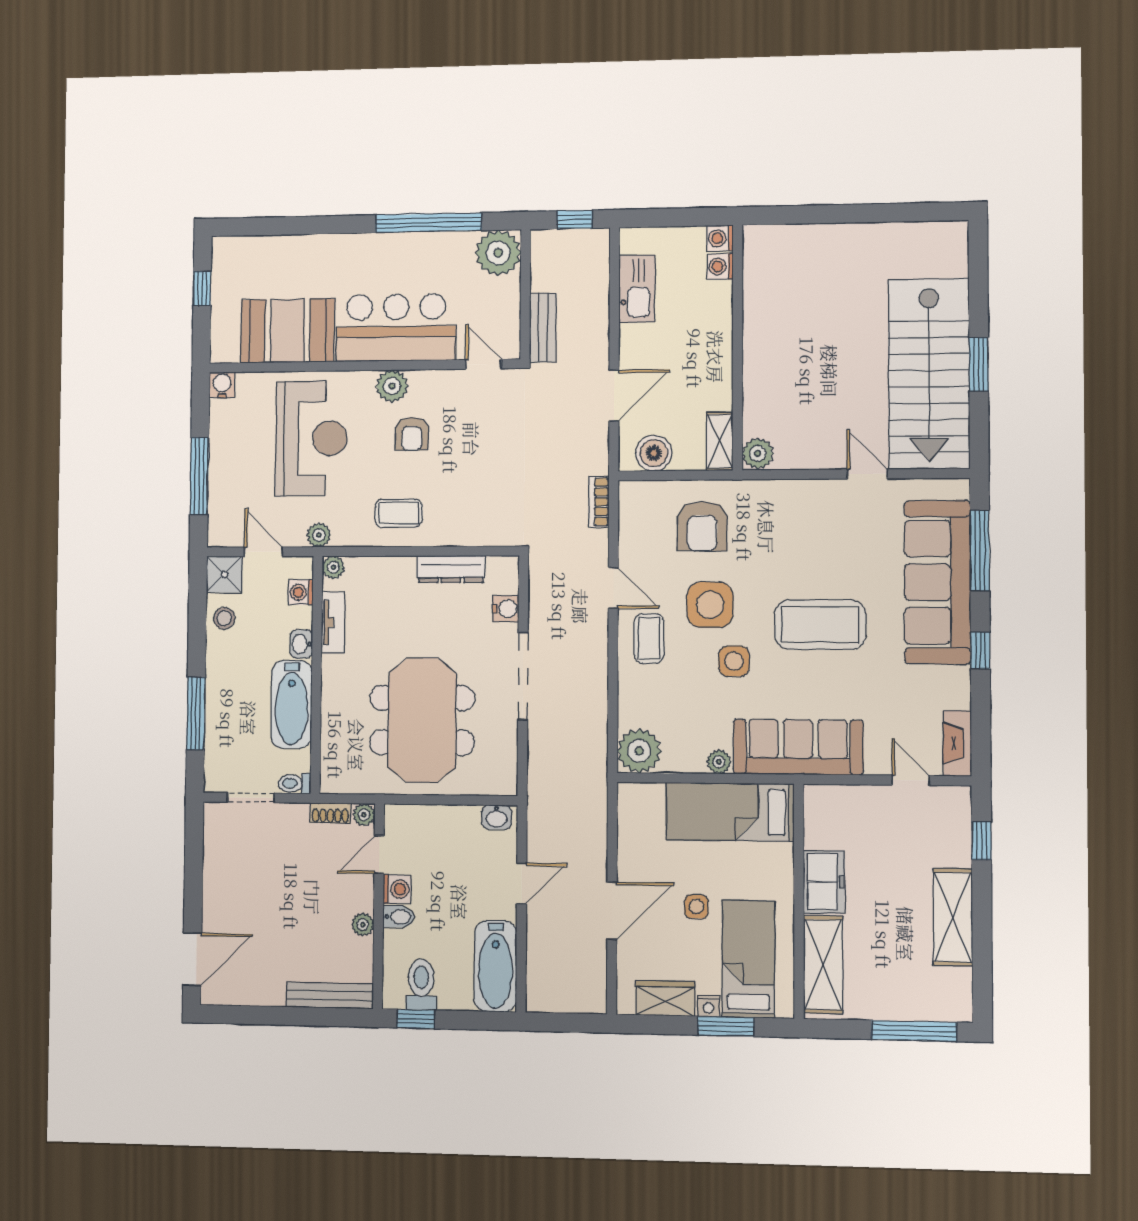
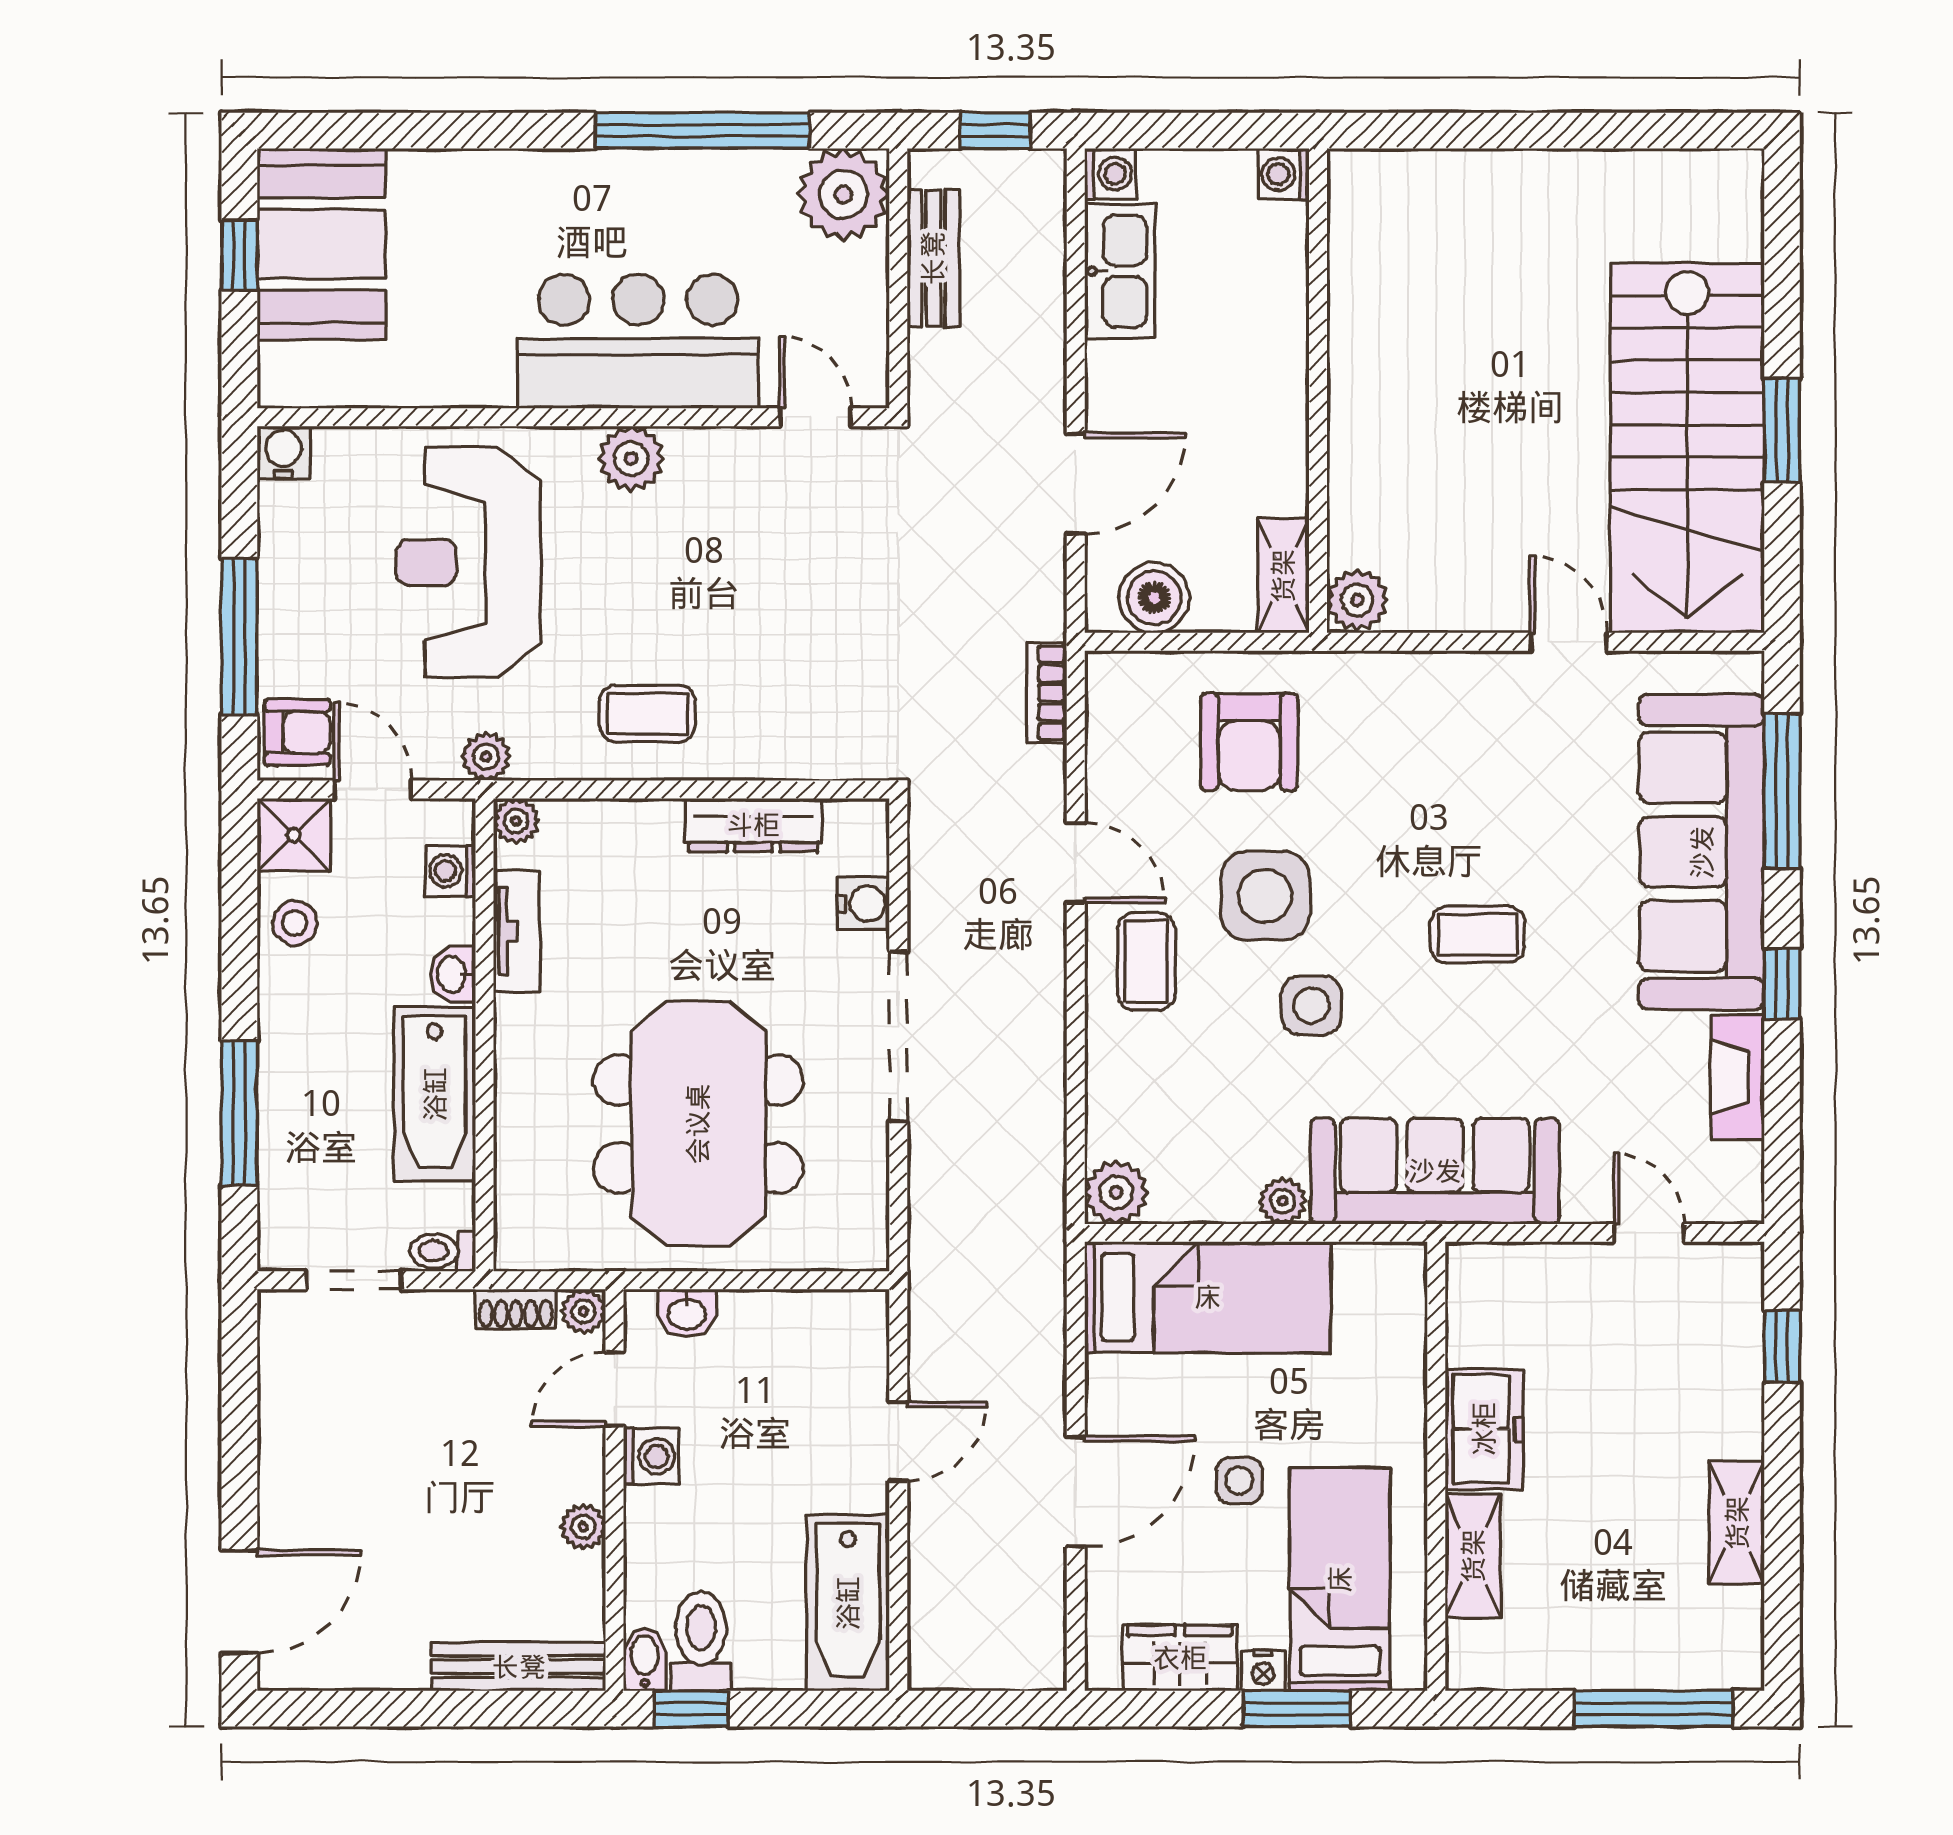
washing machine: (720, 266) -> (1110, 174), moved, turned 180
bench: (543, 328) -> (933, 258), moved
booth: (287, 331) -> (321, 244), moved, turned 90
armchair: (412, 434) -> (297, 732), moved, turned -90
reception desk: (311, 438) -> (468, 562), turned 180
coffee table: (820, 625) -> (1478, 934), width x0.54, depth x0.58
fireplace: (957, 743) -> (1738, 1077), moved
plant: (639, 751) -> (1116, 1192), width x0.73, depth x0.73
bed: (730, 812) -> (1208, 1297), moved, turned 180
washbasin: (496, 817) -> (687, 1313), moved
bidet: (399, 917) -> (645, 1660), moved, turned -90
shelving: (953, 917) -> (1737, 1523), width x0.67, depth x0.75
shelving: (823, 965) -> (1473, 1556), width x0.67, depth x0.75

